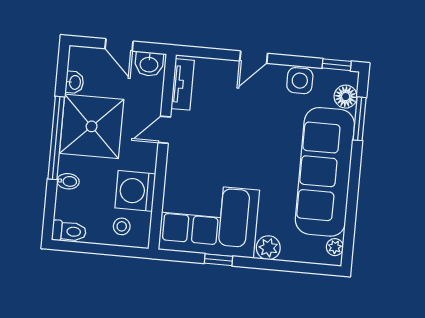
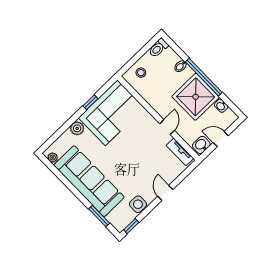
floor lamp: (346, 97) -> (114, 218), removed
washing machine: (135, 191) -> (151, 92), removed

